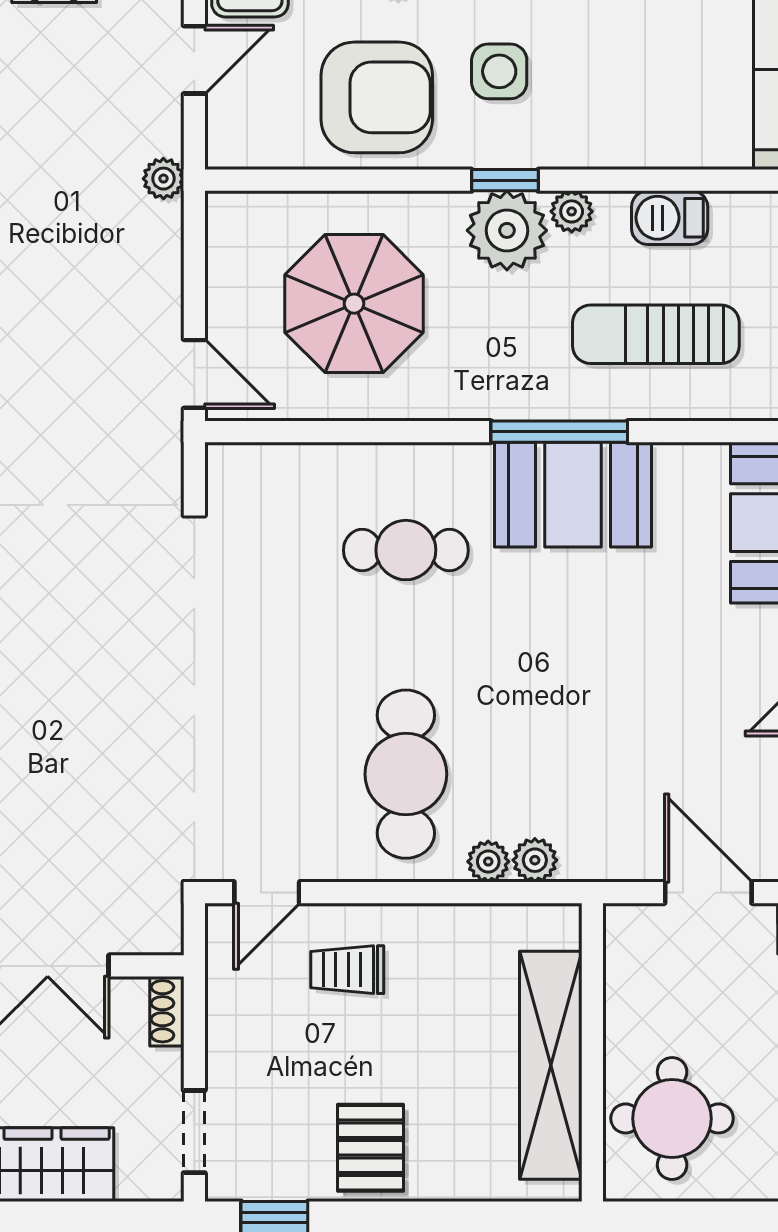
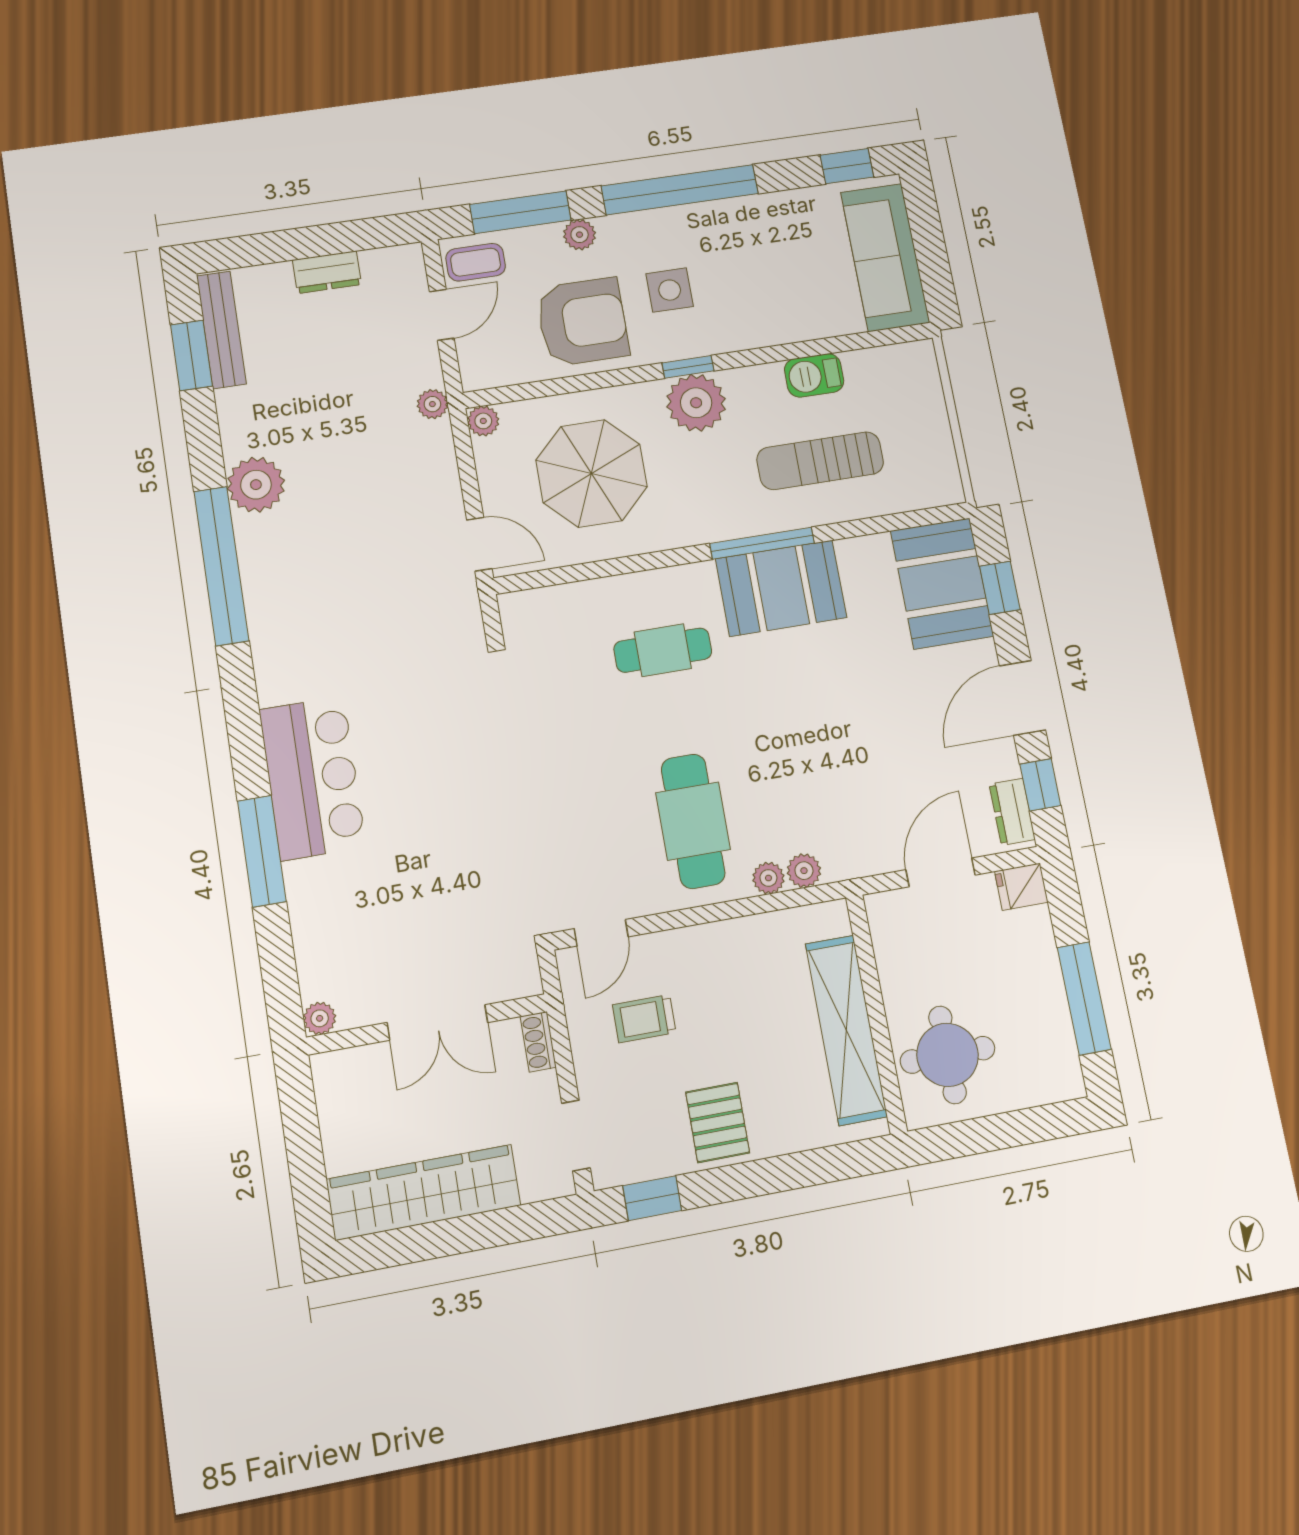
plant: (572, 211) -> (483, 421), moved
door: (708, 893) -> (941, 872), hinge flipped
trolley: (347, 970) -> (644, 1019), moved

